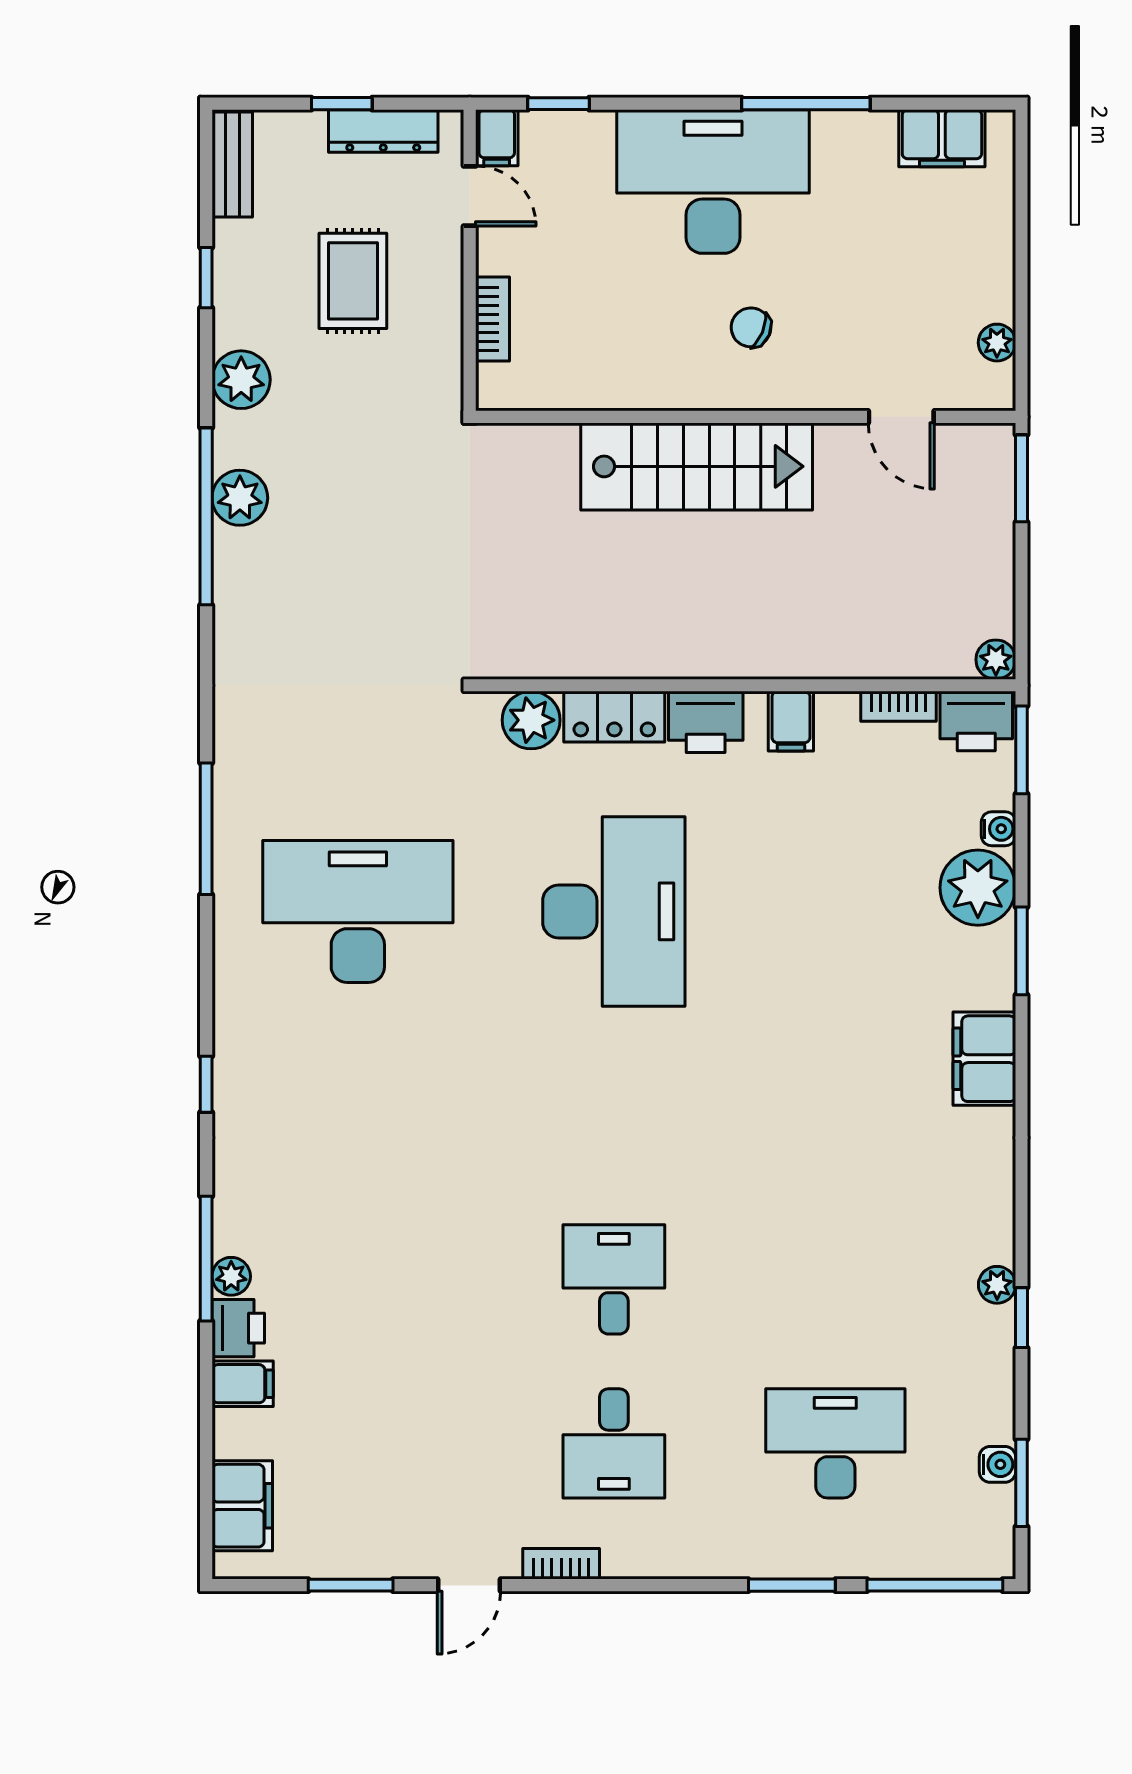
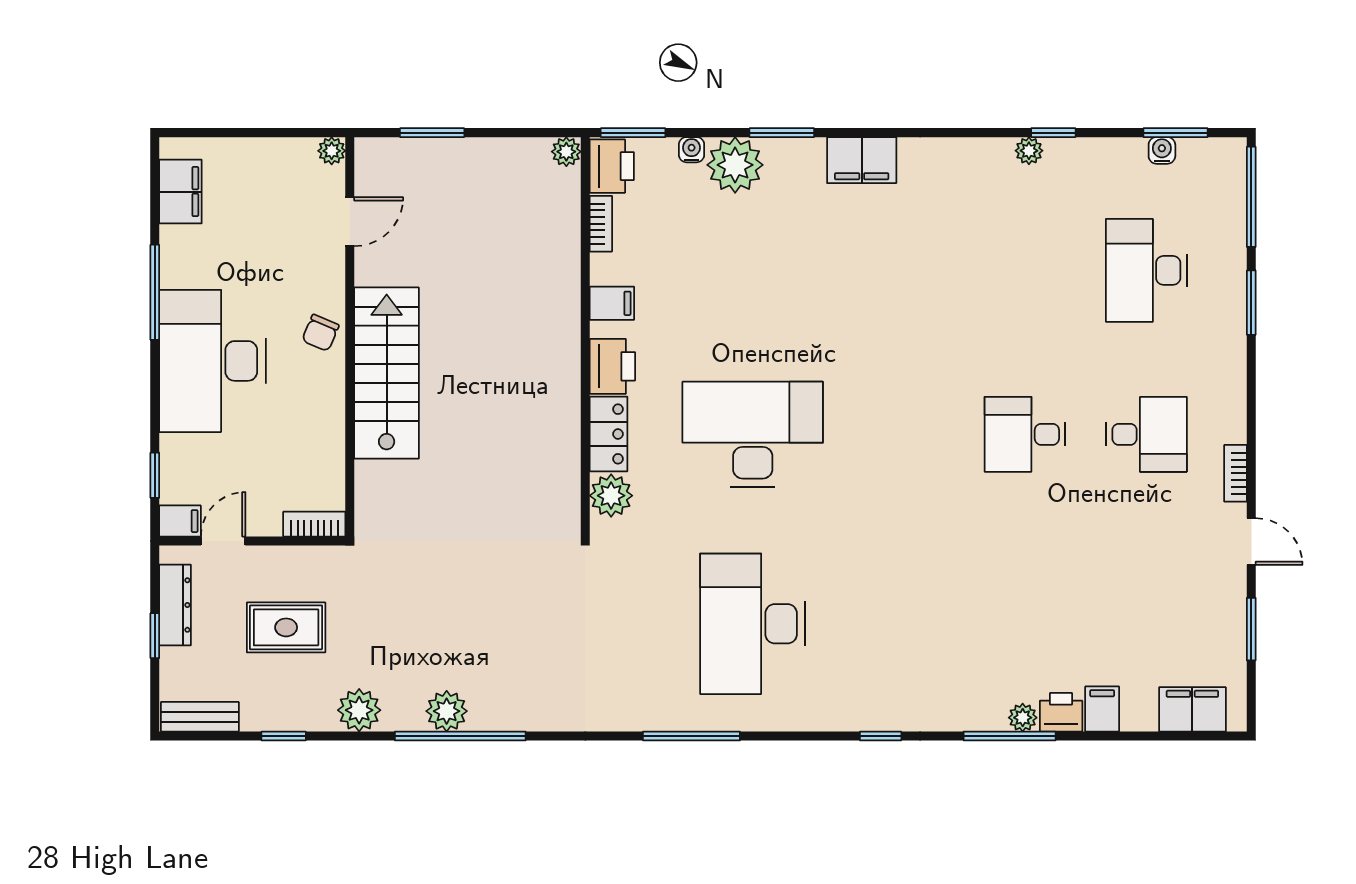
wall: (746, 417) -> (350, 337), moved
door: (901, 417) -> (350, 222), moved
stairs: (697, 466) -> (387, 373), moved

